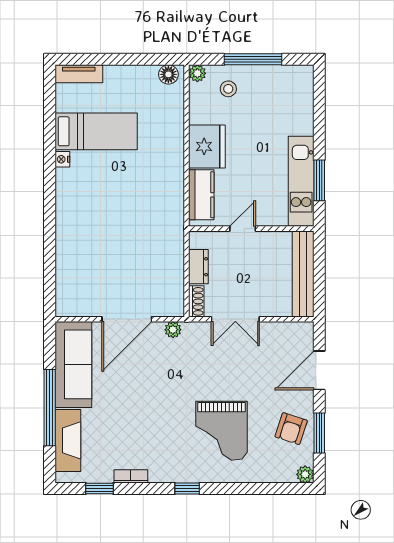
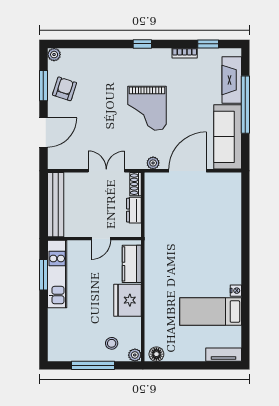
grand piano: (221, 431) -> (147, 108), moved, turned 180

